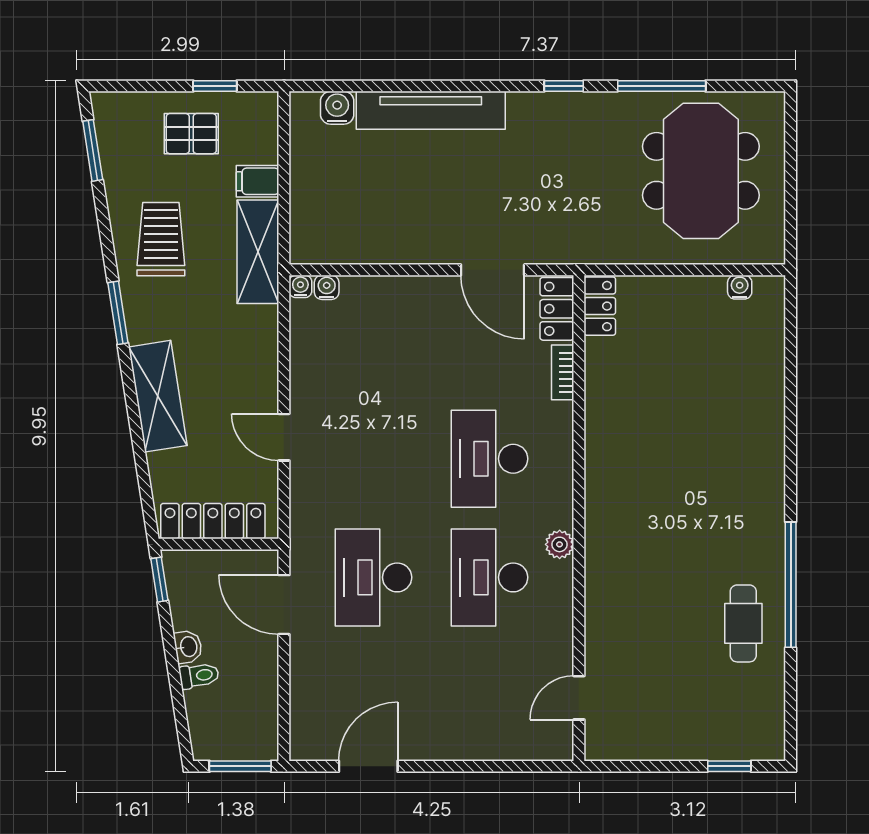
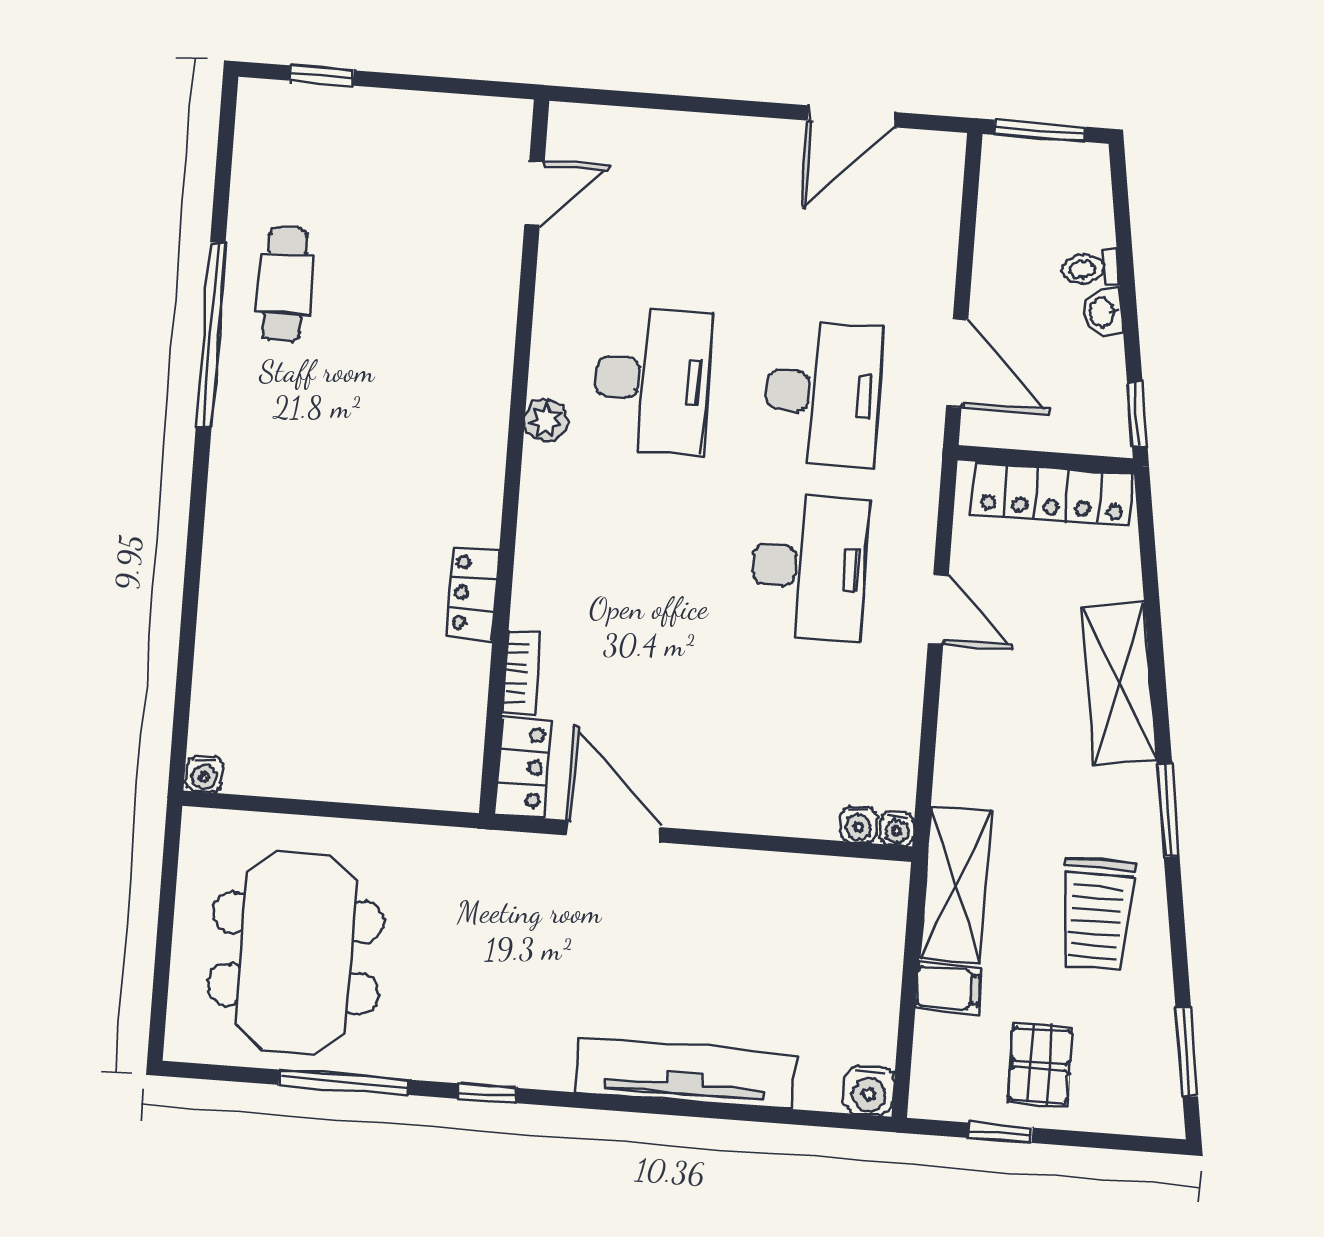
water cooler: (337, 108) -> (869, 1091), moved
pallet: (191, 134) -> (1040, 1065), turned 90
water cooler: (740, 287) -> (204, 774), moved
locker: (600, 306) -> (473, 593), moved
desk: (489, 459) -> (809, 567), moved

